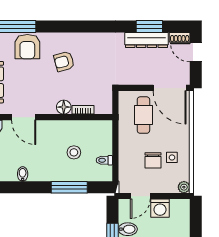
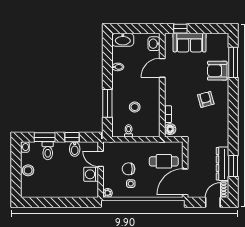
floor lamp: (64, 107) -> (170, 129), moved

